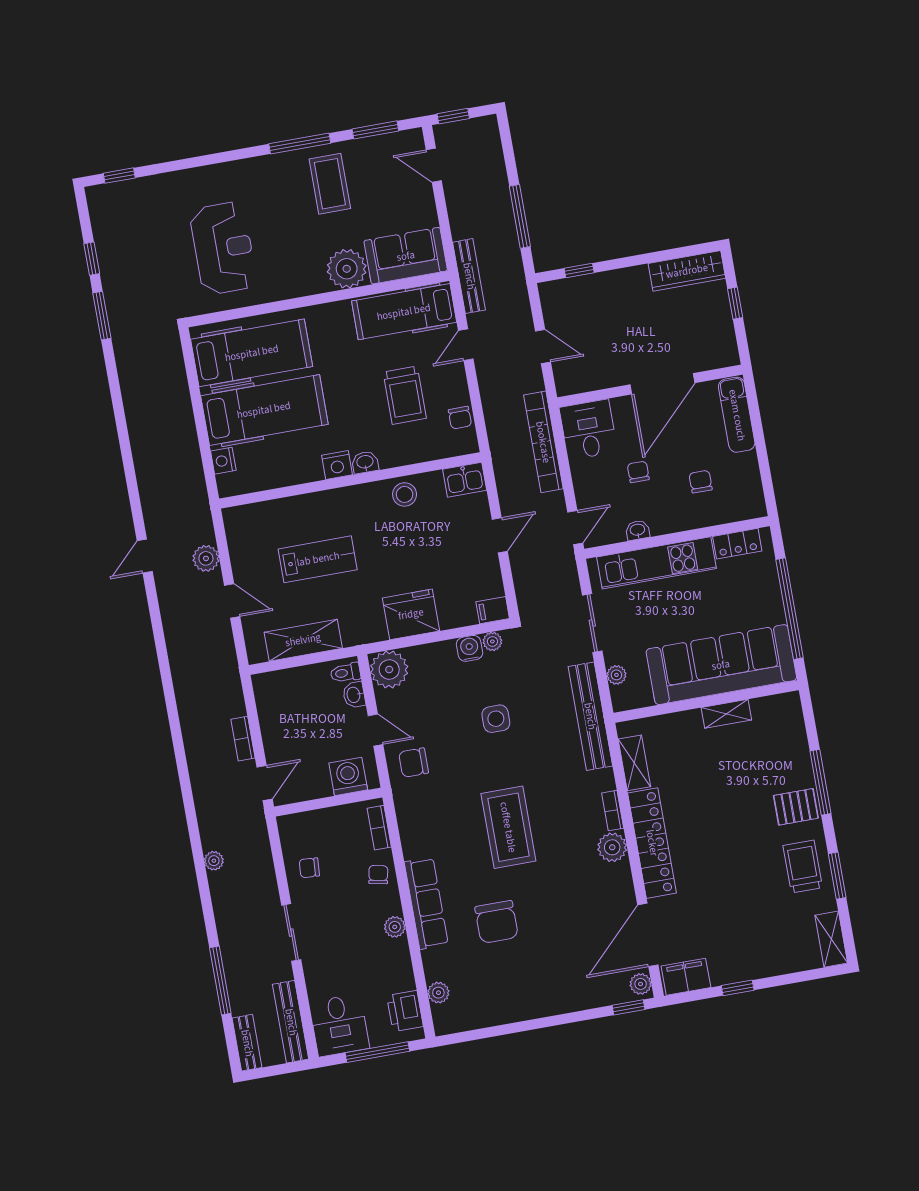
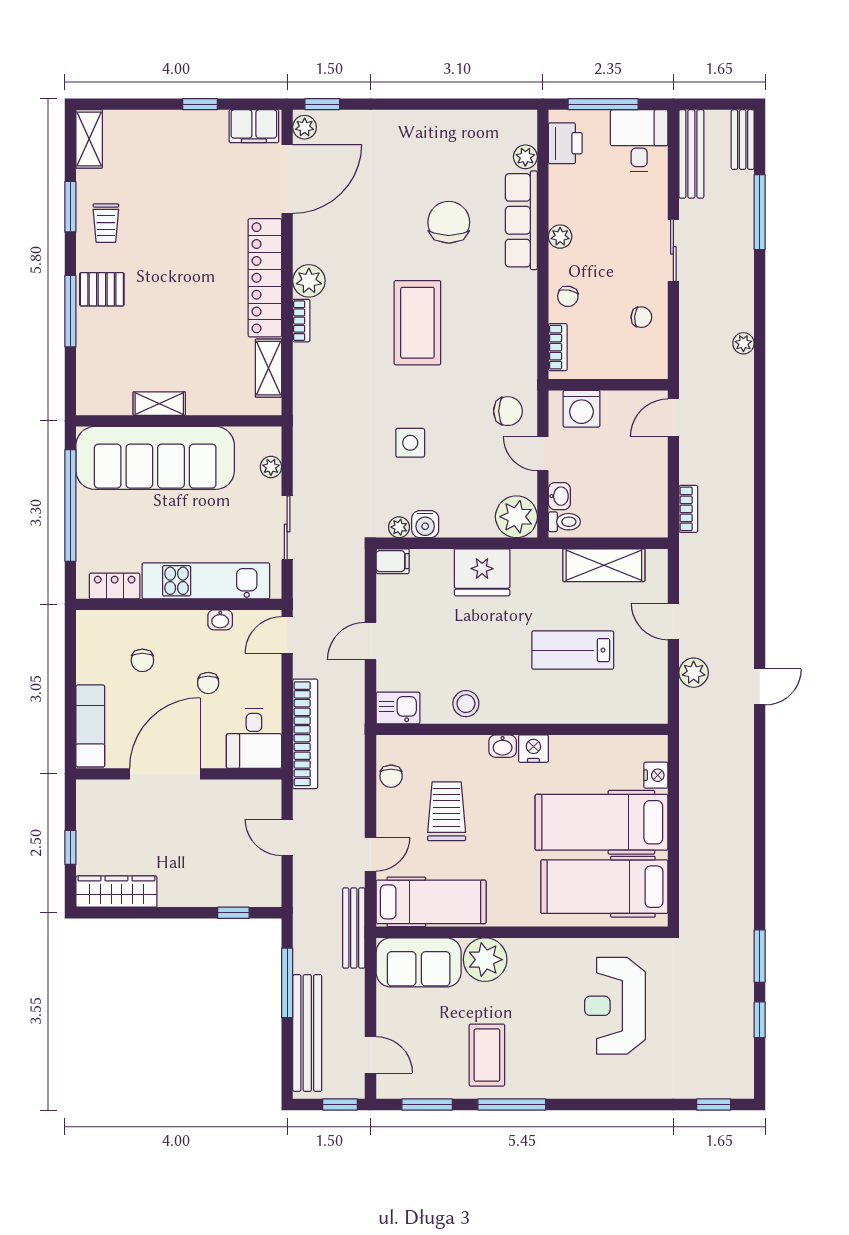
chair: (460, 418) -> (391, 776), turned 180
bench: (590, 716) -> (307, 1033), moved
bookcase: (243, 739) -> (688, 509), moved
trolley: (803, 867) -> (106, 223), width x0.73, depth x0.72
row of seats: (426, 903) -> (521, 220), moved

